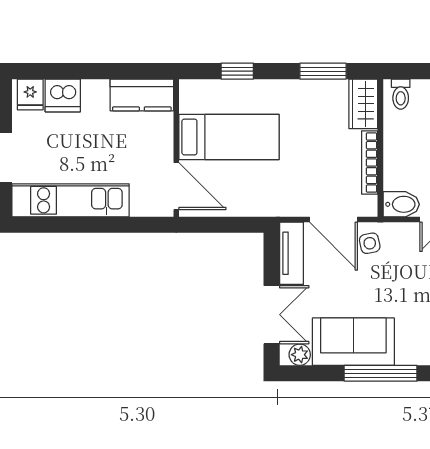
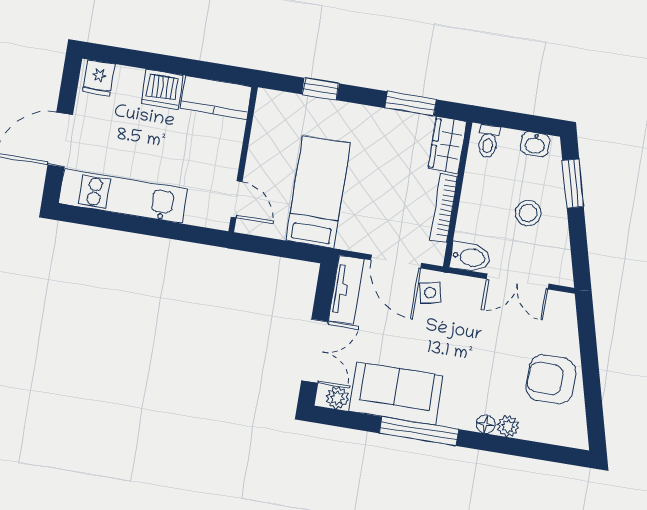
dishwasher: (63, 95) -> (162, 89), moved
bed: (229, 137) -> (318, 192), moved, turned -90
door: (176, 186) -> (237, 199), width x0.73

